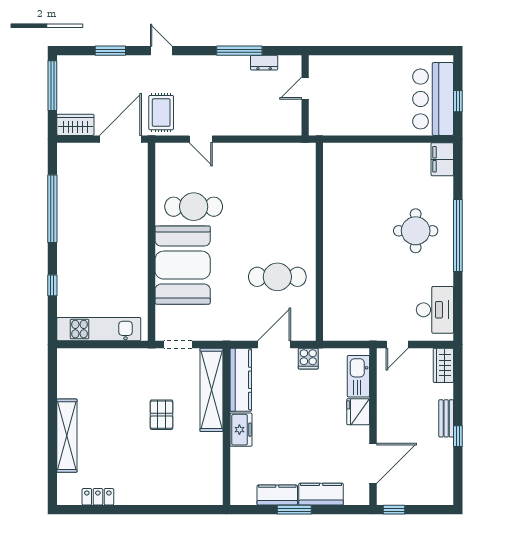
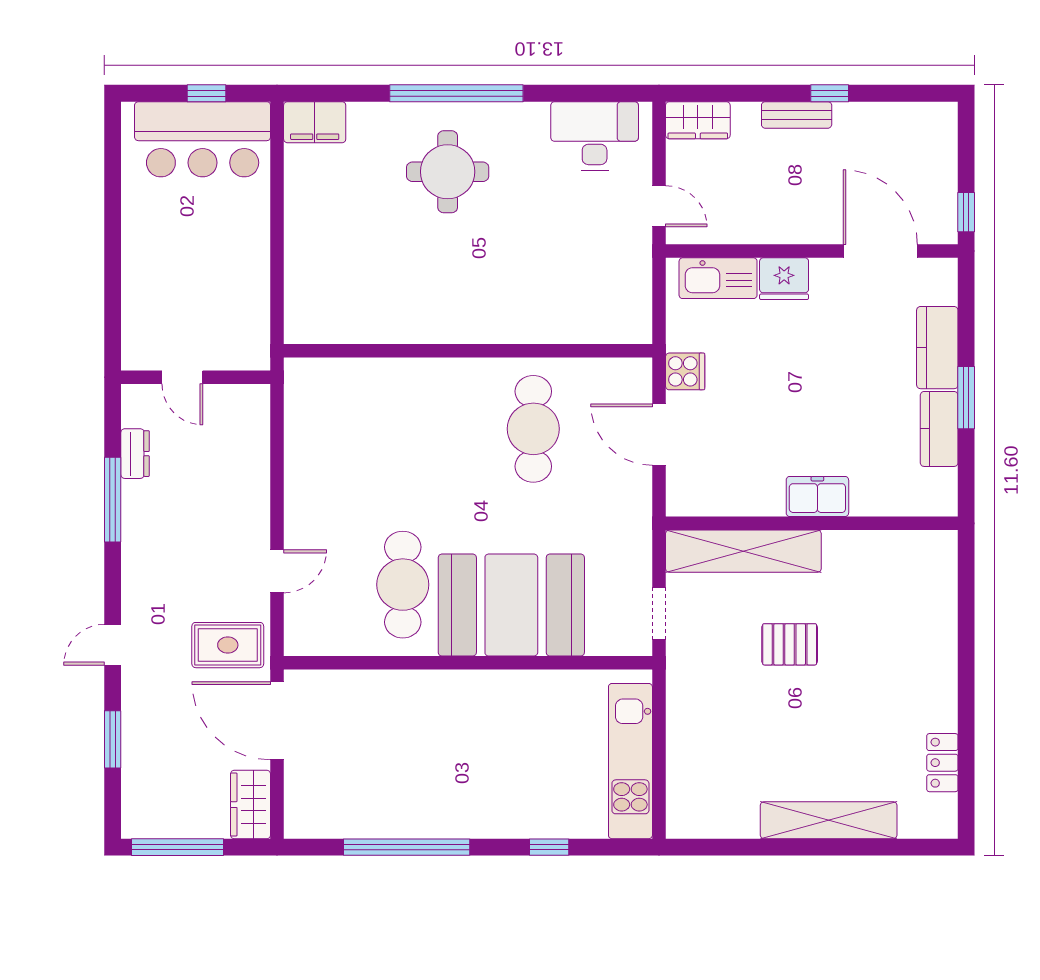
kitchen counter: (241, 380) -> (725, 497), removed

